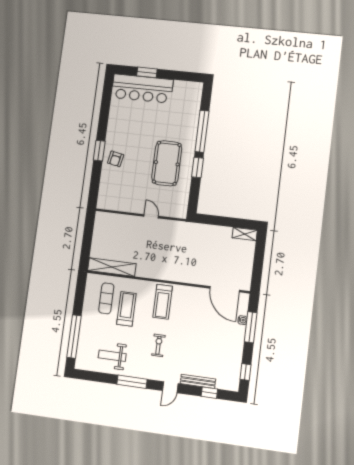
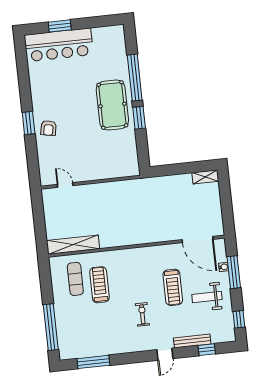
pool table: (167, 163) -> (112, 105), moved
door: (151, 216) -> (65, 185), moved
treadmill: (163, 302) -> (173, 287), moved
weight bench: (112, 356) -> (207, 297), moved
window: (132, 382) -> (93, 362), moved

